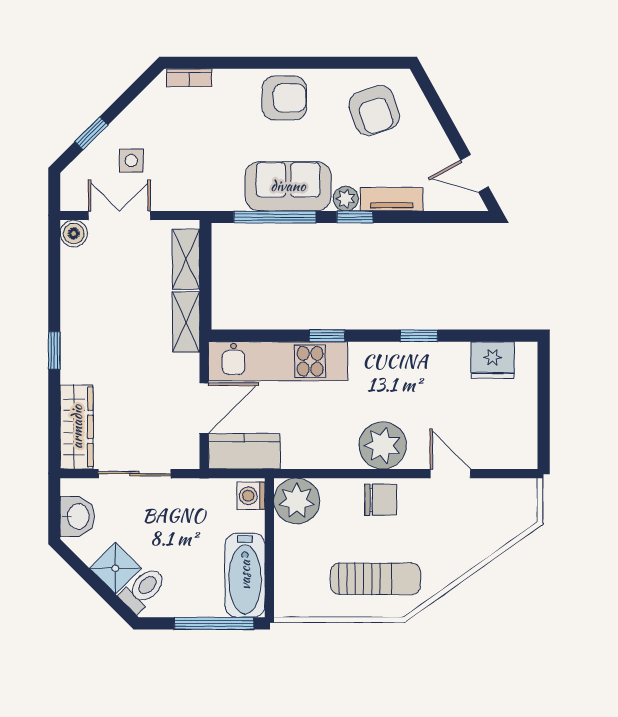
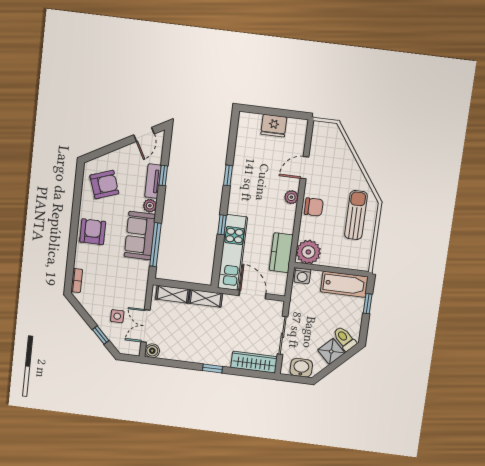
window: (355, 217) -> (163, 176), moved
fridge: (493, 360) -> (274, 126), moved, turned 90
plant: (383, 445) -> (291, 197), width x0.53, depth x0.53
kitchen counter: (244, 451) -> (281, 253), moved
chair: (381, 500) -> (314, 207), turned 90
window: (214, 623) -> (368, 304), width x0.46

